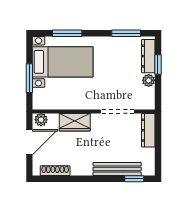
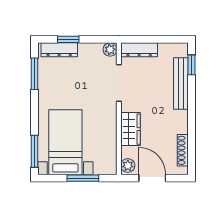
window: (67, 33) -> (35, 151), moved
plant: (149, 80) -> (110, 49), moved

